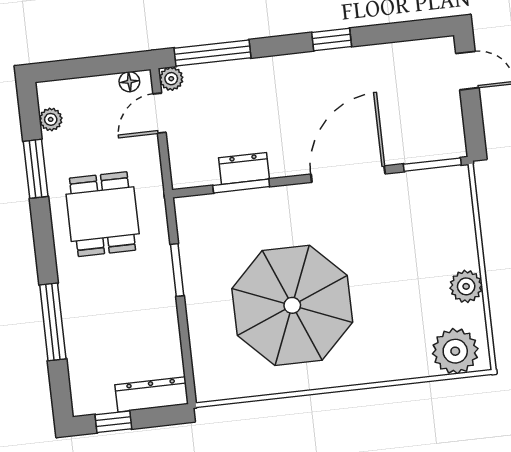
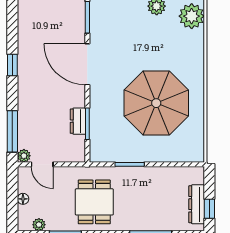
floor lamp: (129, 82) -> (23, 199), moved
dining table: (103, 214) -> (94, 202), turned 90
dresser: (152, 394) -> (197, 204), moved

